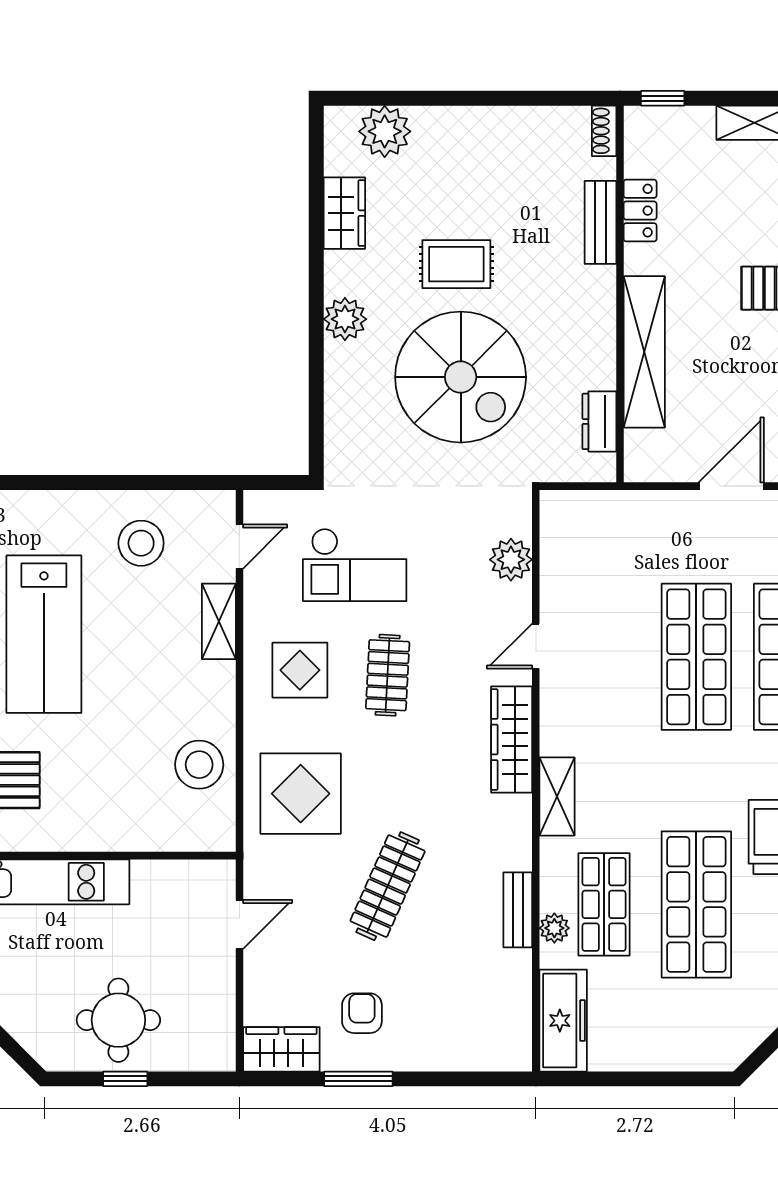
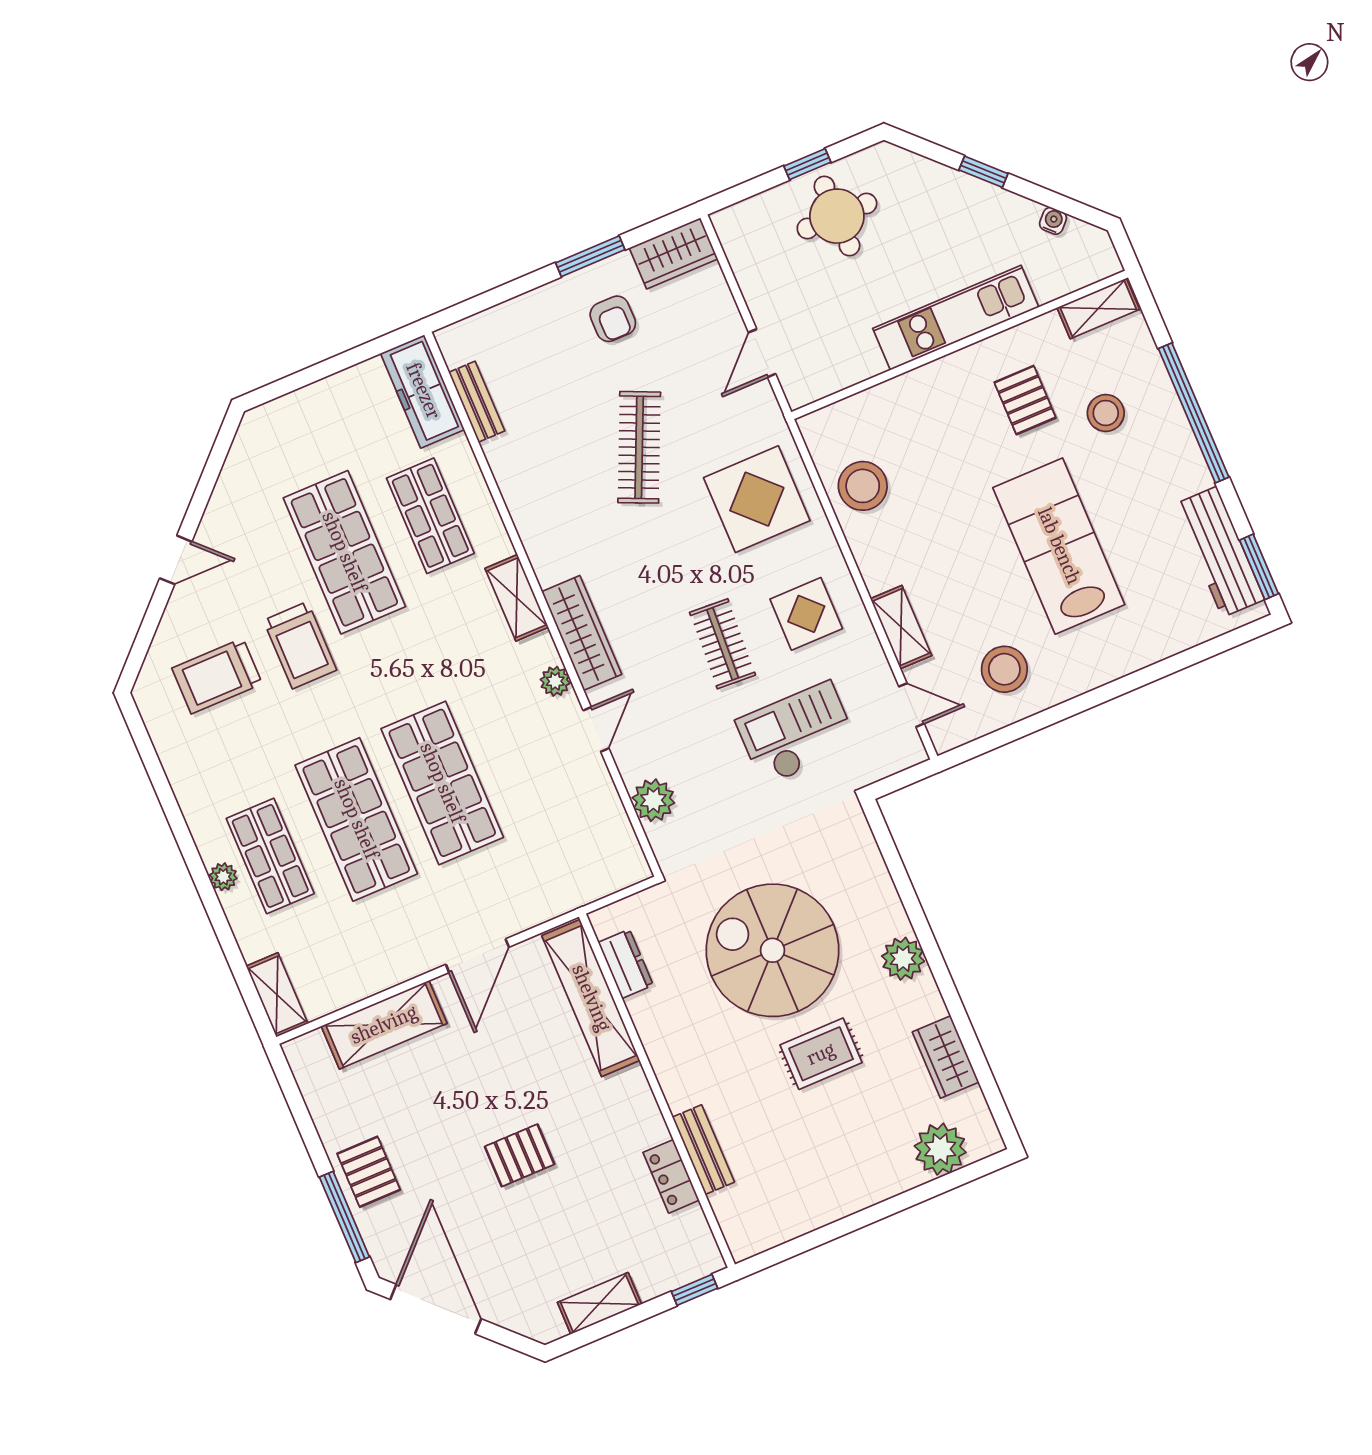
shoe rack: (604, 131) -> (736, 1236), removed
shelving: (644, 352) -> (591, 998), moved
door: (239, 546) -> (911, 705), swing flipped
bench: (518, 910) -> (477, 402), moved
plant: (554, 928) -> (555, 681), moved

